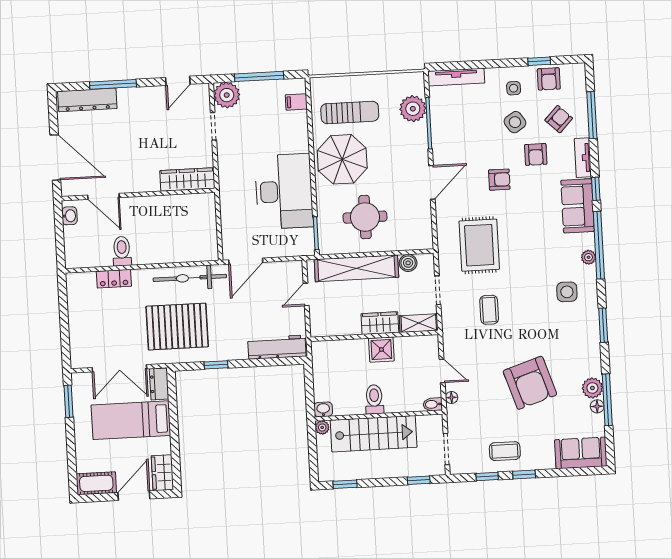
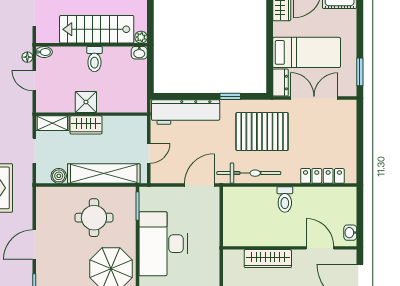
wardrobe: (187, 179) -> (268, 259), moved
toilet: (122, 251) -> (285, 199), moved
locker: (114, 279) -> (322, 176), width x1.53
workbench: (277, 347) -> (186, 112), width x1.36, depth x1.32

